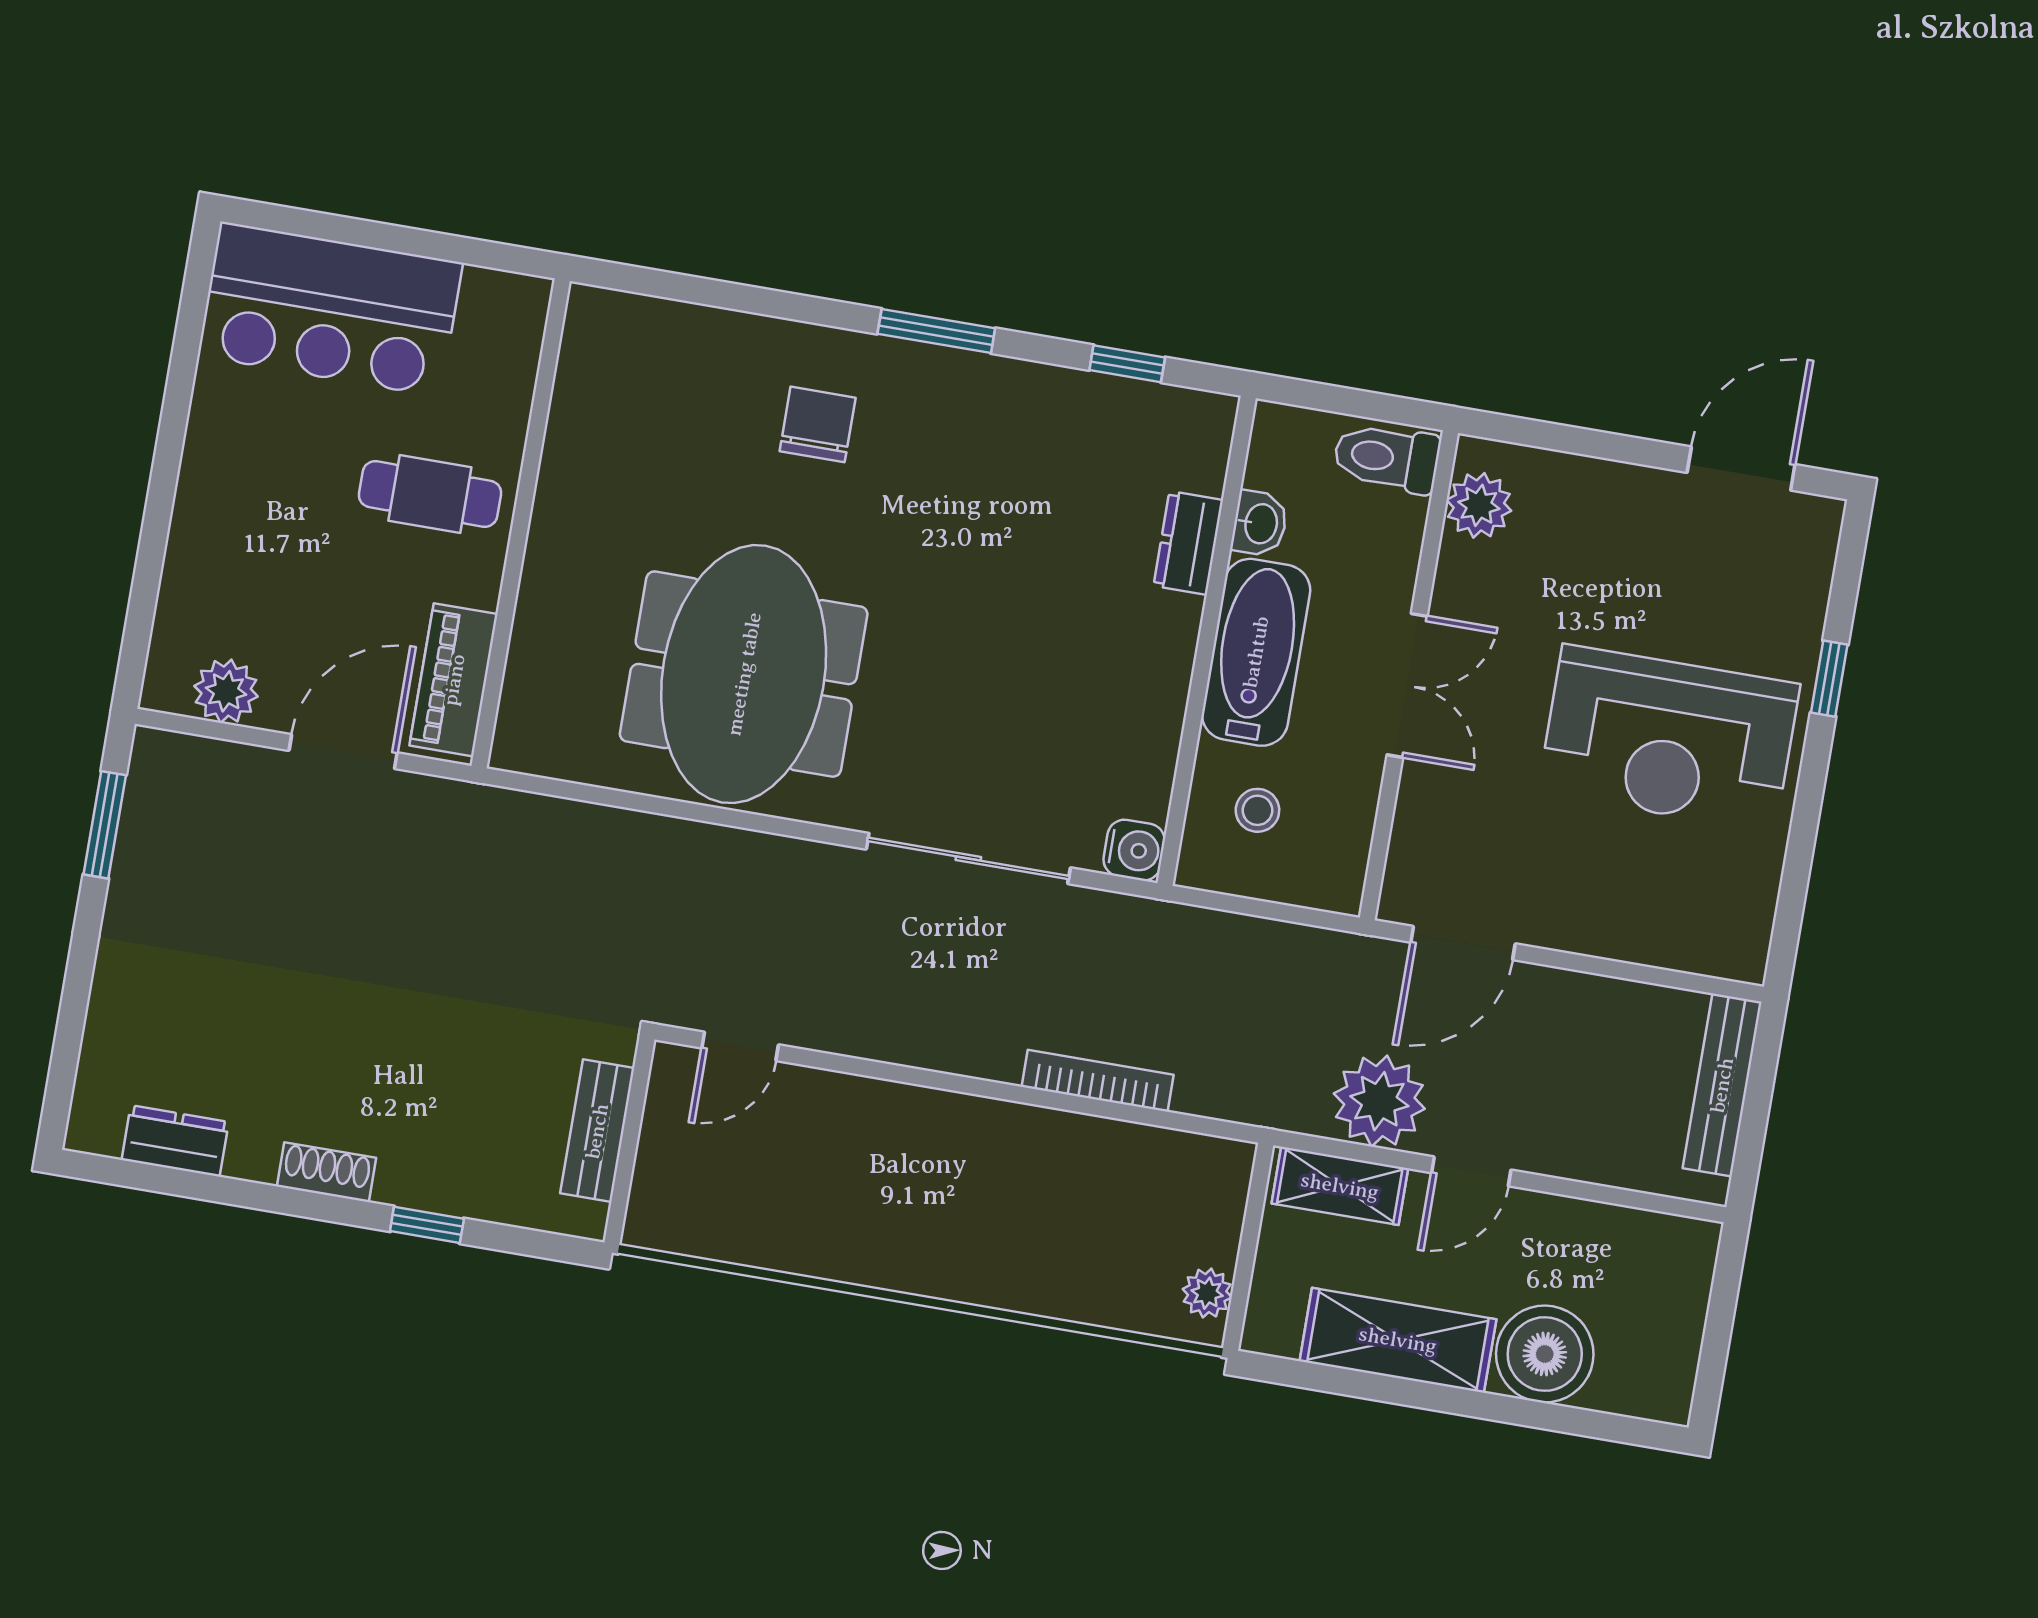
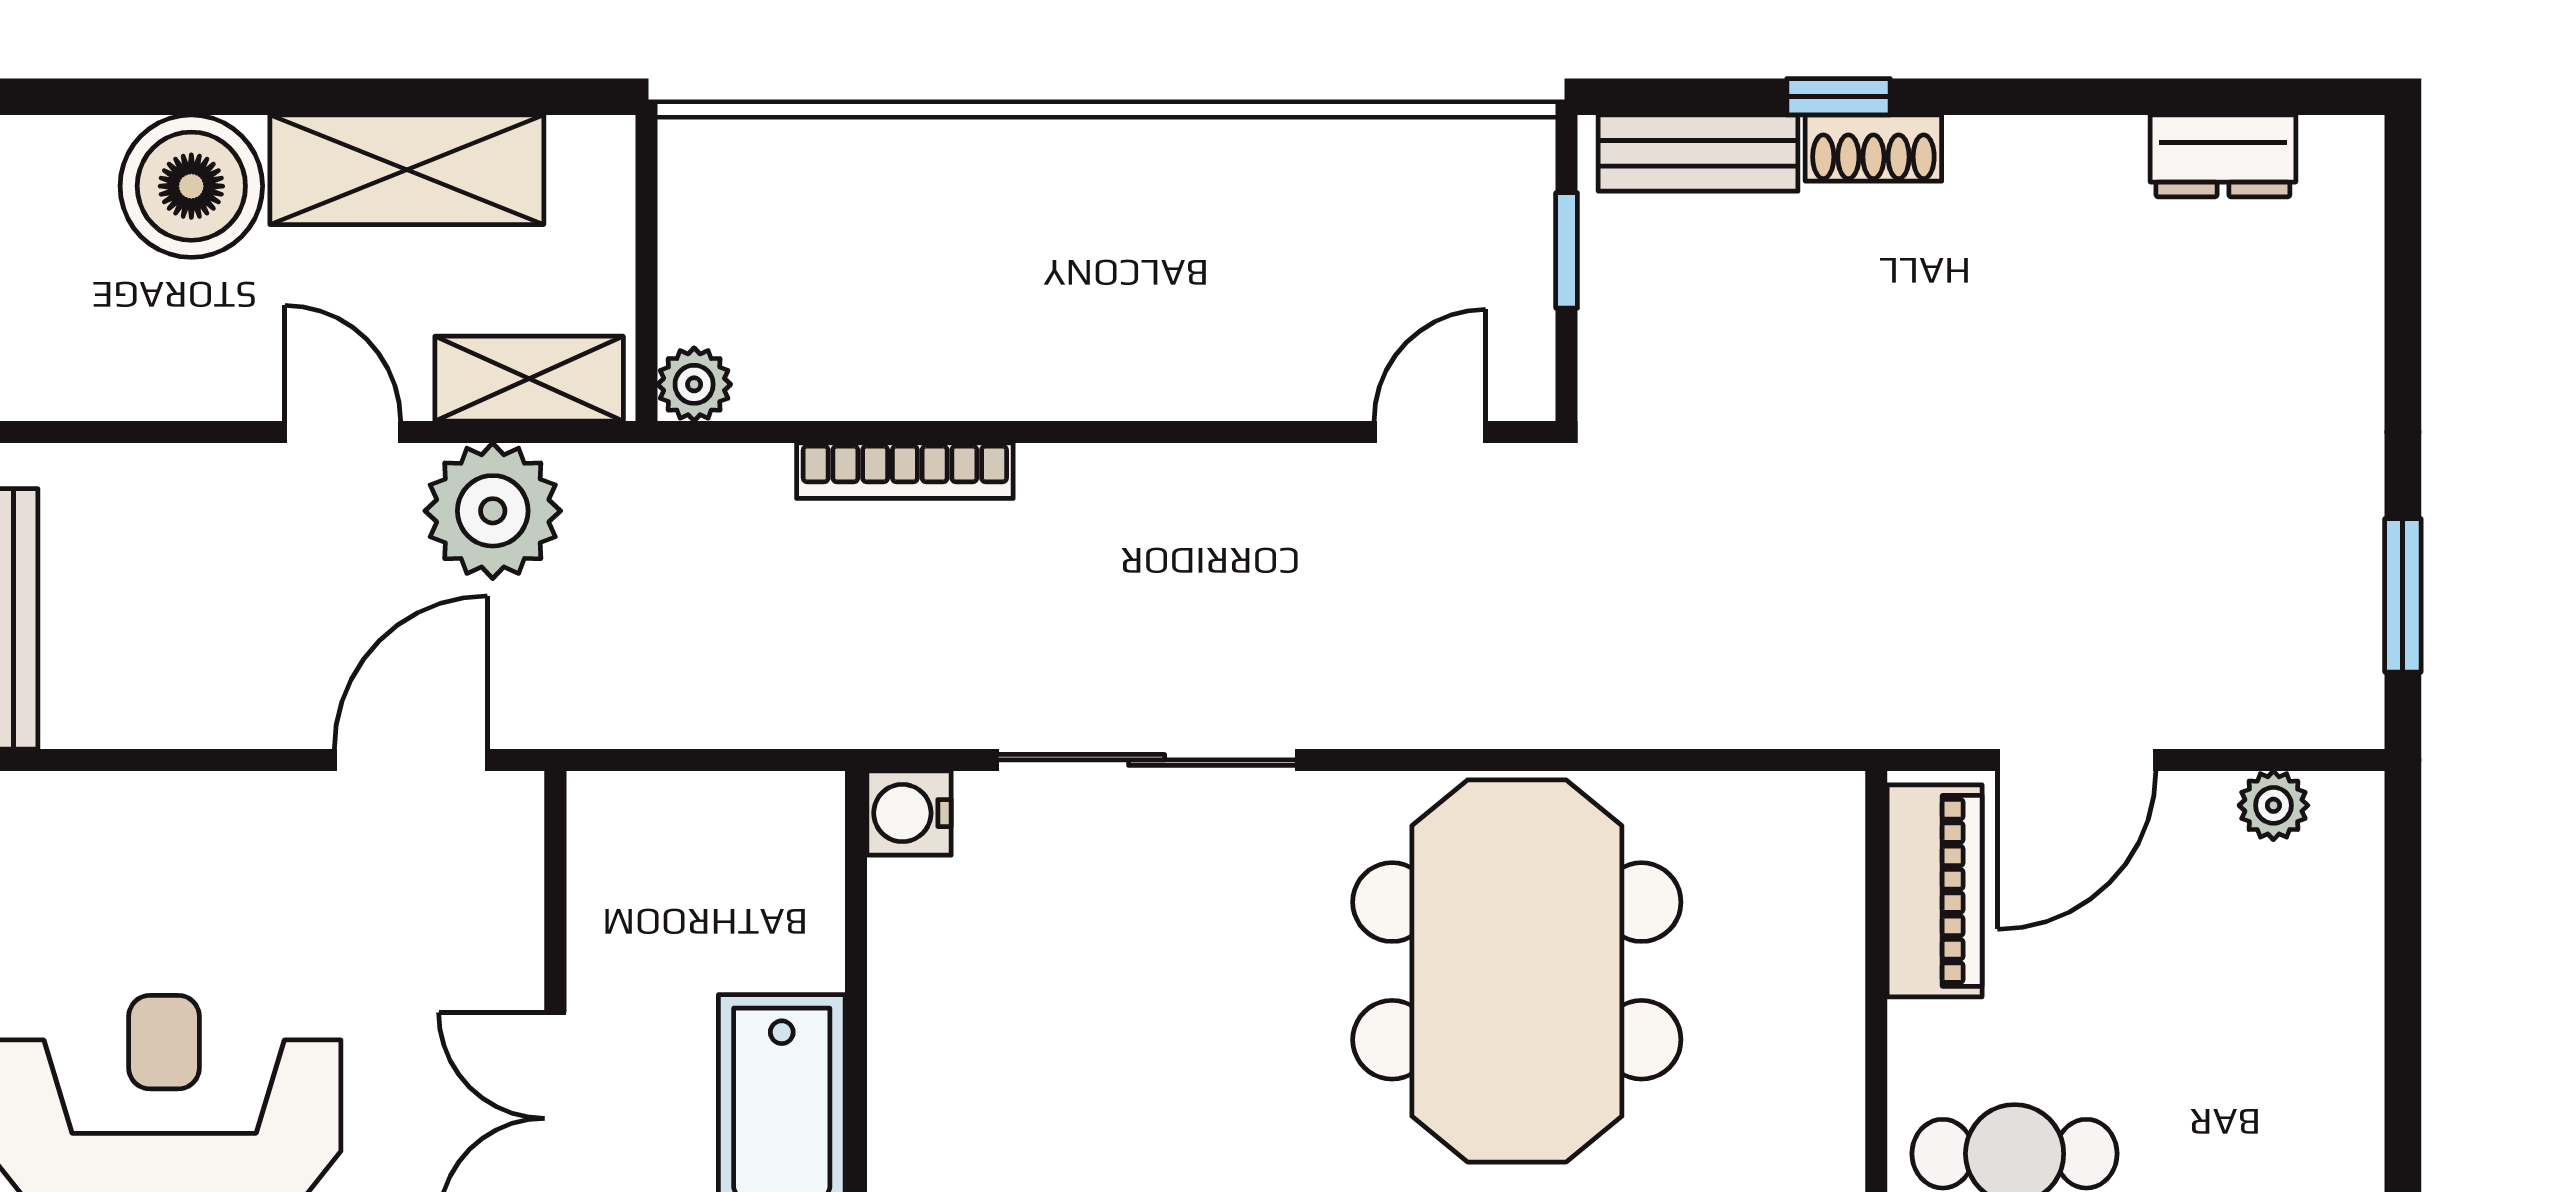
plant: (226, 691) -> (2273, 805), width x0.73, depth x0.73
stool: (1257, 810) -> (741, 901), removed
bench: (597, 1131) -> (1698, 153), moved, turned 90
window: (627, 1153) -> (1567, 250), added
door: (1471, 1171) -> (343, 432), hinge flipped
shoe rack: (326, 1172) -> (1873, 148), moved
plant: (1207, 1293) -> (694, 384), moved

